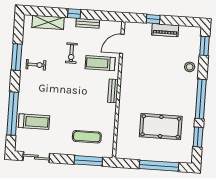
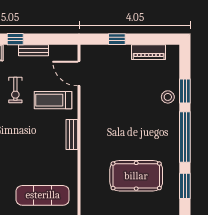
piano: (165, 30) -> (149, 52), moved
door: (122, 44) -> (79, 74), hinge flipped
window: (204, 46) -> (185, 91), moved
exercise mat: (87, 137) -> (43, 195), width x1.36, depth x1.45

